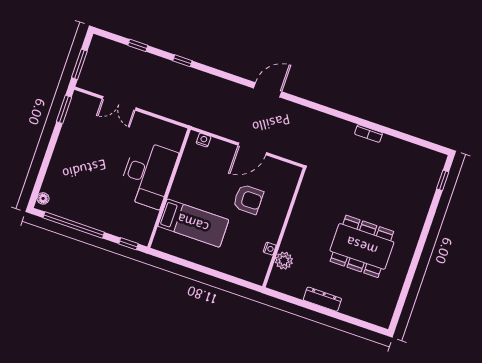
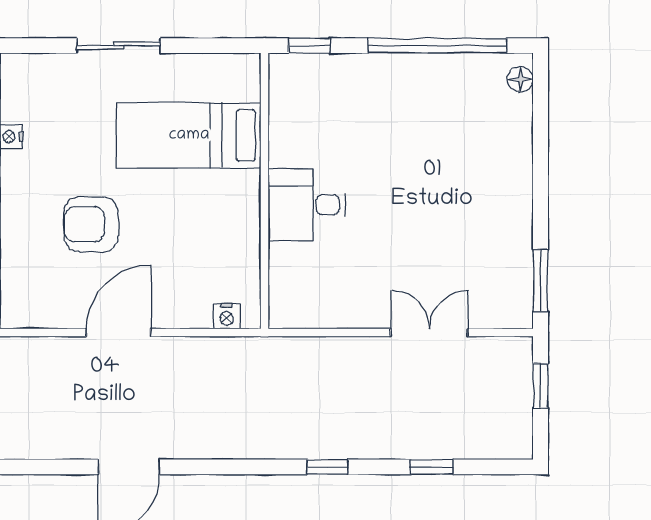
window: (79, 64) -> (541, 386), width x0.67
desk: (148, 174) -> (307, 205), width x0.53, depth x0.77
sliding door: (210, 272) -> (119, 46), added

